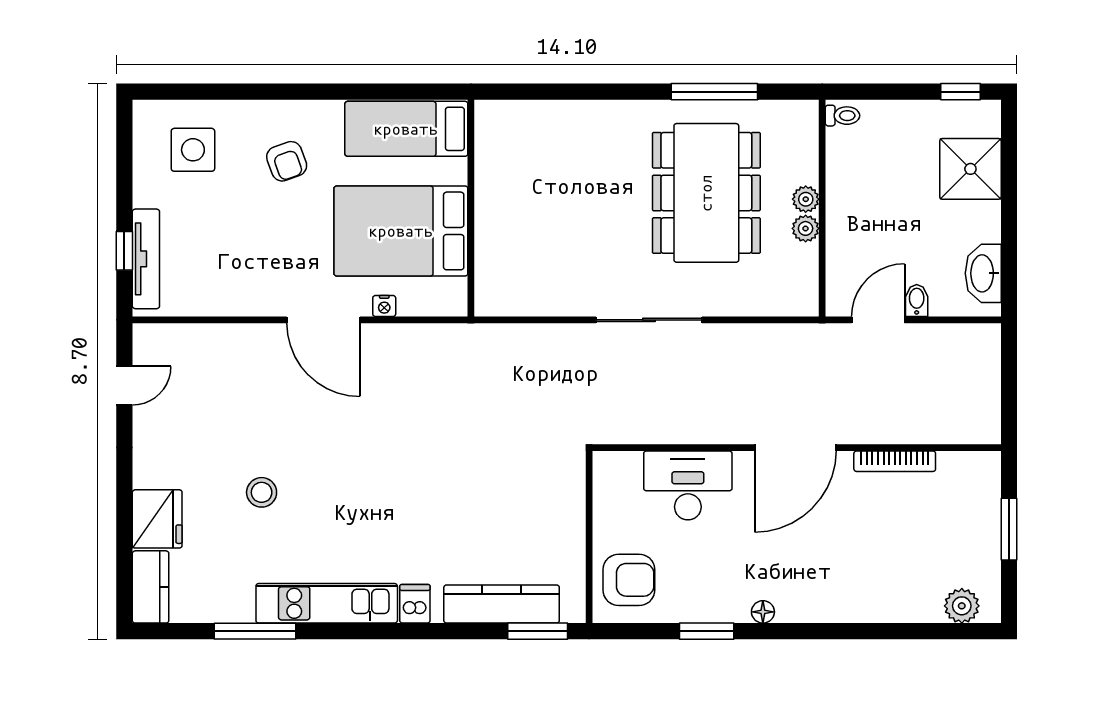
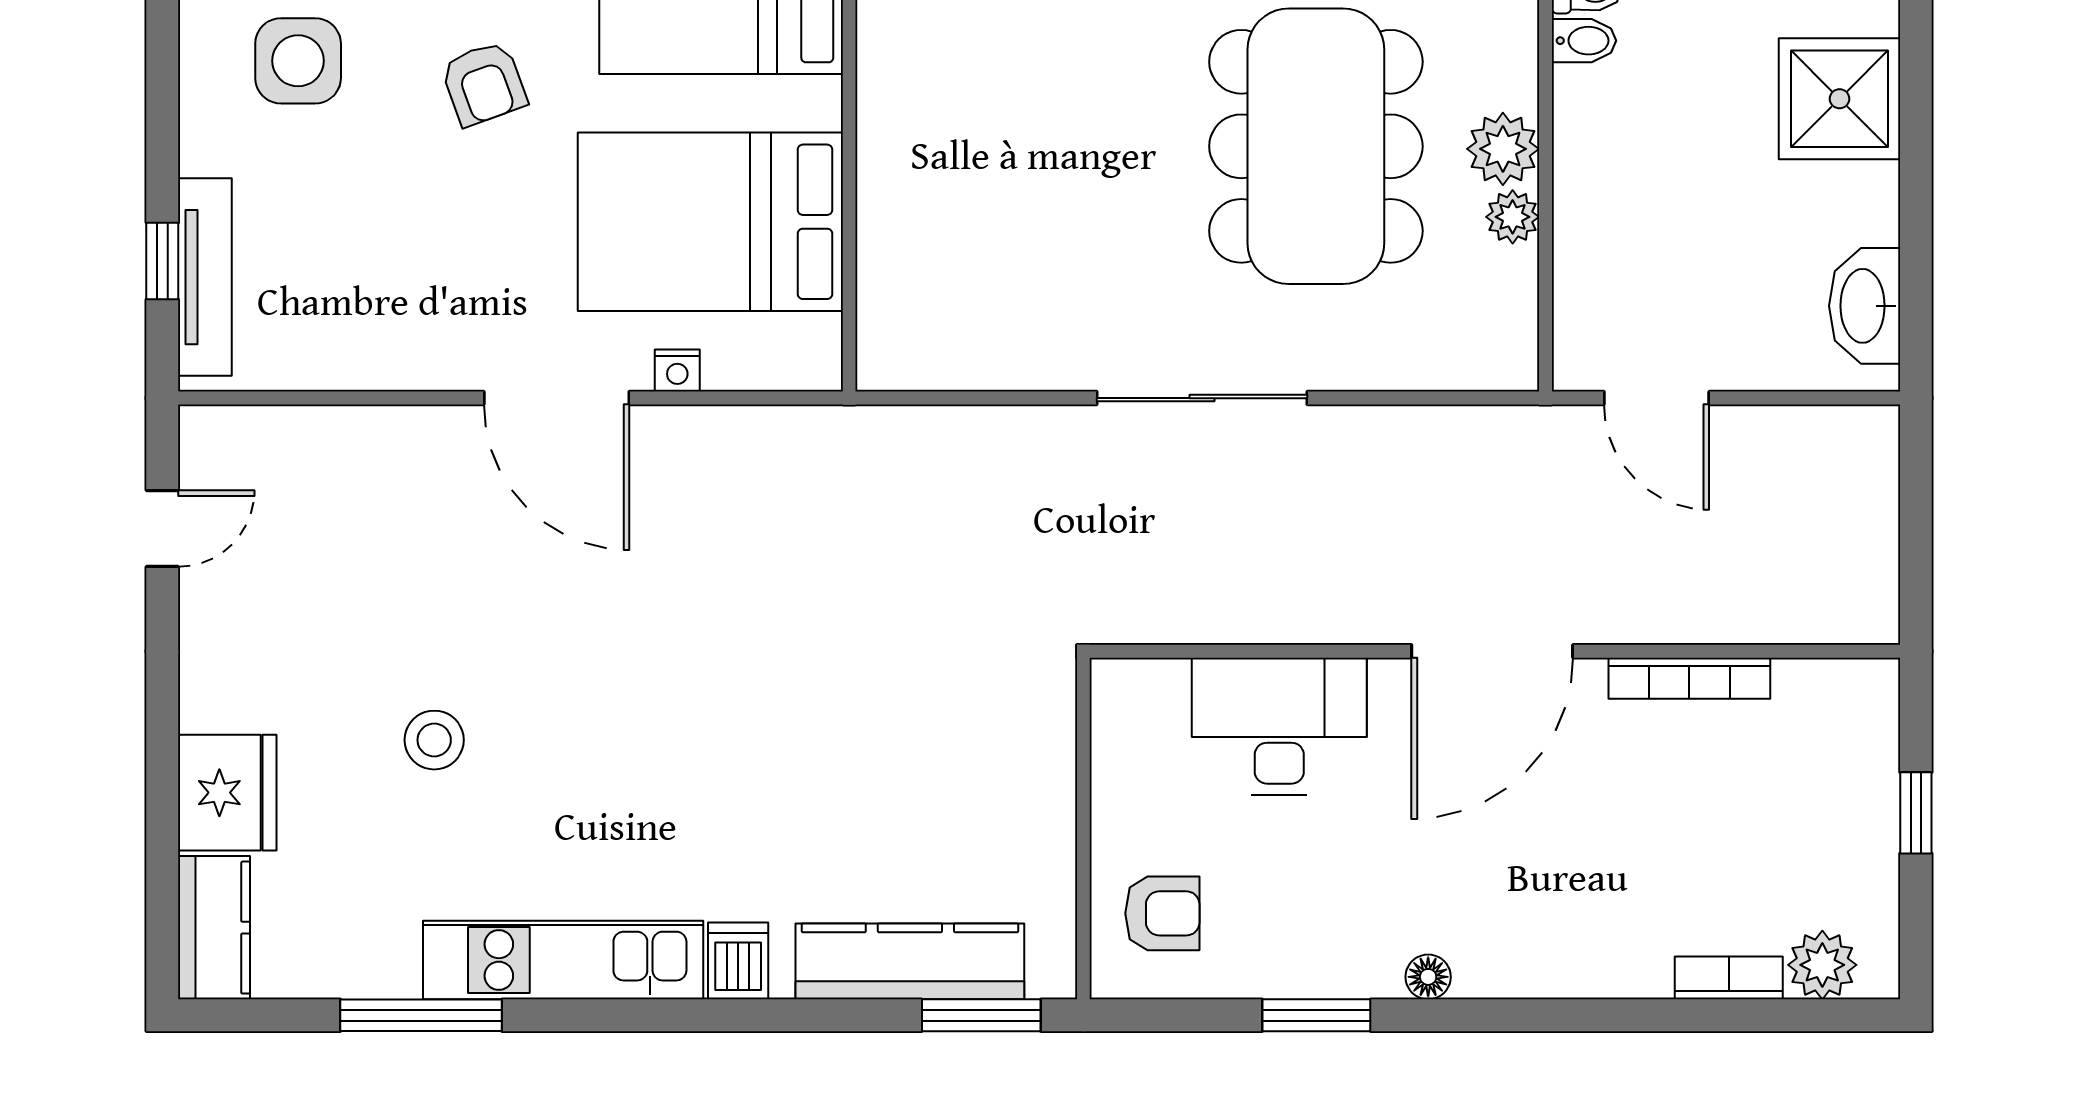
plant: (806, 199) -> (1503, 149), width x1.38, depth x1.38
bidet: (917, 300) -> (1584, 41), moved, turned 90
door: (878, 320) -> (1657, 398), swing flipped
window: (1009, 529) -> (1916, 813), width x0.67
armchair: (629, 580) -> (1162, 913), width x0.72, depth x0.72
bookcase: (915, 612) -> (1729, 978), added

